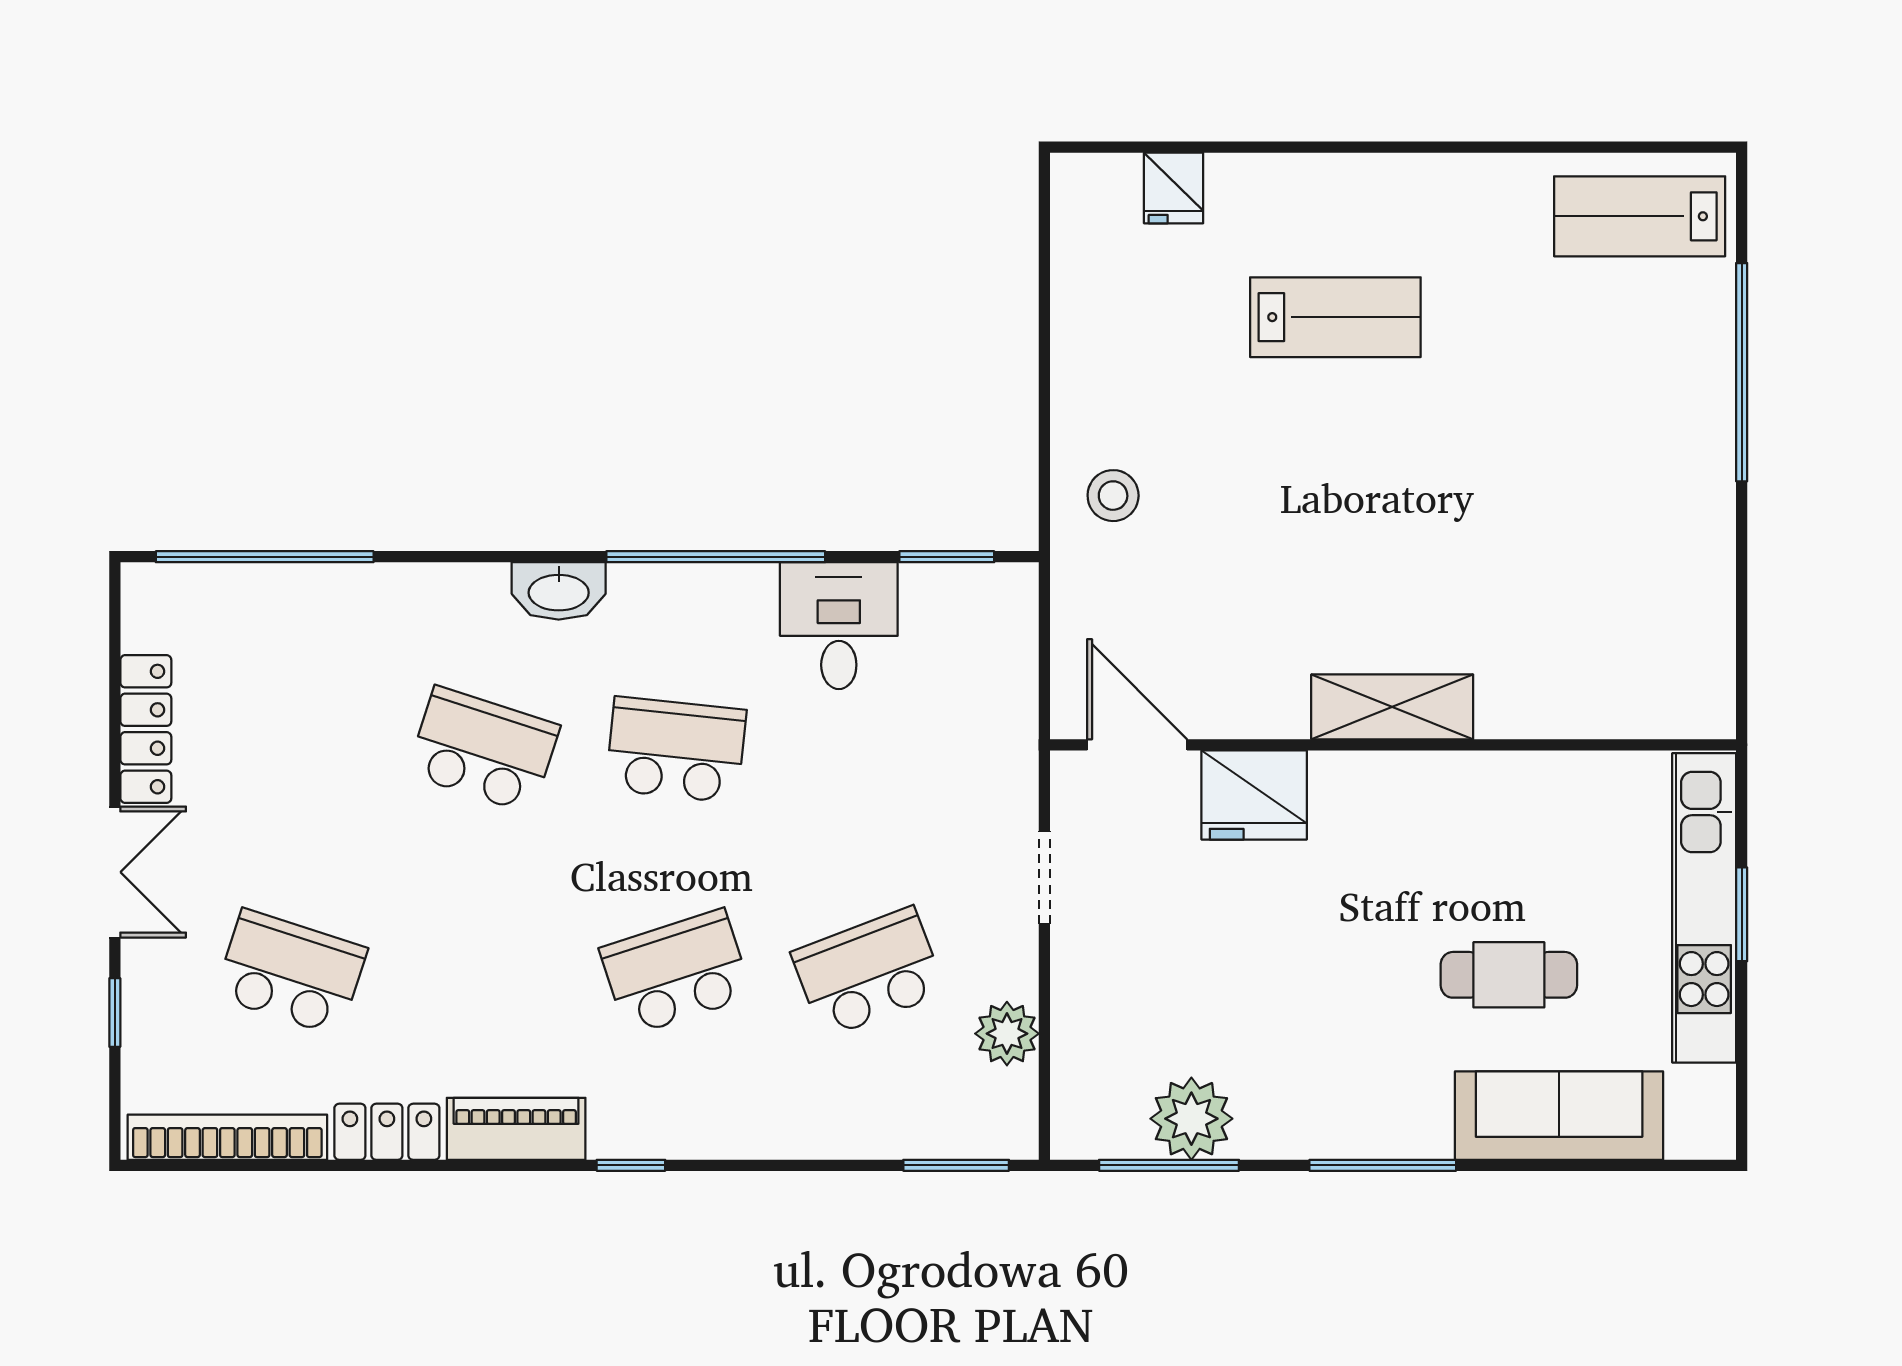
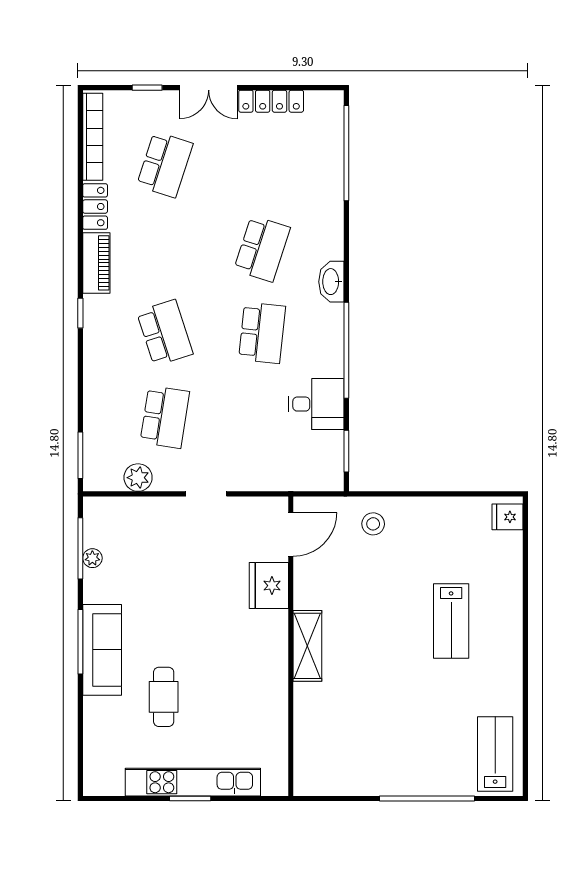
fridge: (1174, 188) -> (507, 517), moved
shelving: (1392, 707) -> (307, 646), moved
door: (1137, 745) -> (291, 534), moved
wall: (1393, 745) -> (291, 646), moved
fridge: (1254, 795) -> (269, 586), moved
school desk: (868, 972) -> (165, 417), turned 30
sofa: (1559, 1116) -> (102, 650), moved
plant: (1191, 1119) -> (92, 558), width x0.53, depth x0.53

